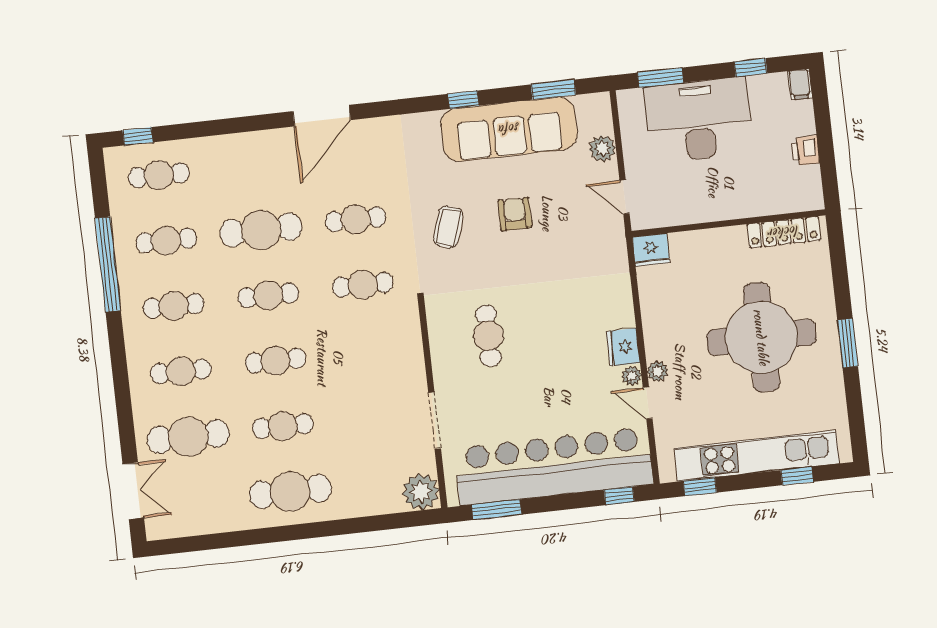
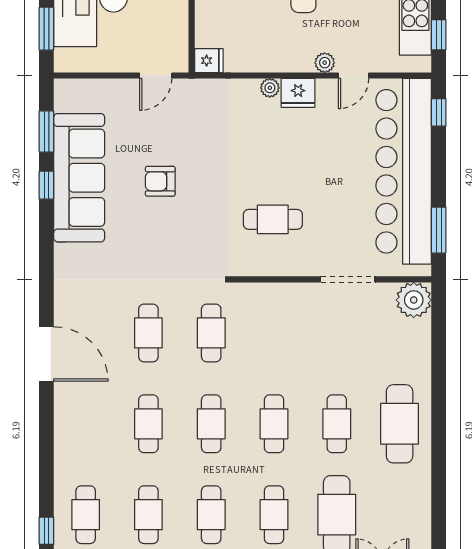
window: (463, 100) -> (46, 185), moved
plant: (602, 149) -> (108, 91), removed
coffee table: (448, 227) -> (166, 246), removed
cafe table: (261, 230) -> (148, 424), width x0.73, depth x0.74
fridge: (651, 250) -> (209, 61), width x0.72
plant: (632, 376) -> (270, 88), moved

